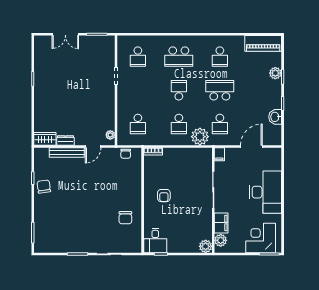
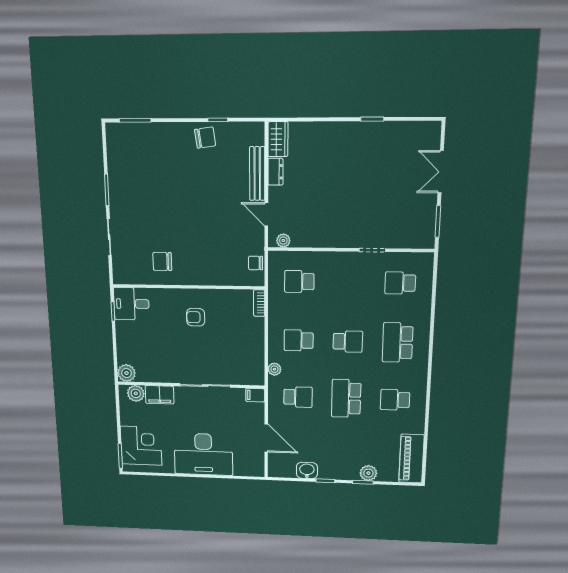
school desk: (220, 90) -> (346, 398), turned 180
school desk: (220, 124) -> (298, 397), turned 180
plant: (200, 137) -> (274, 369), width x0.53, depth x0.53

